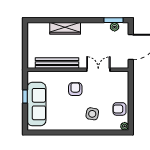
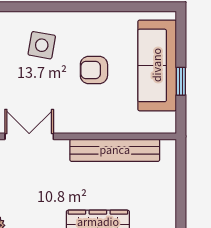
double door: (98, 70) -> (29, 136), swing flipped
armchair: (75, 89) -> (94, 70), moved, turned 90

